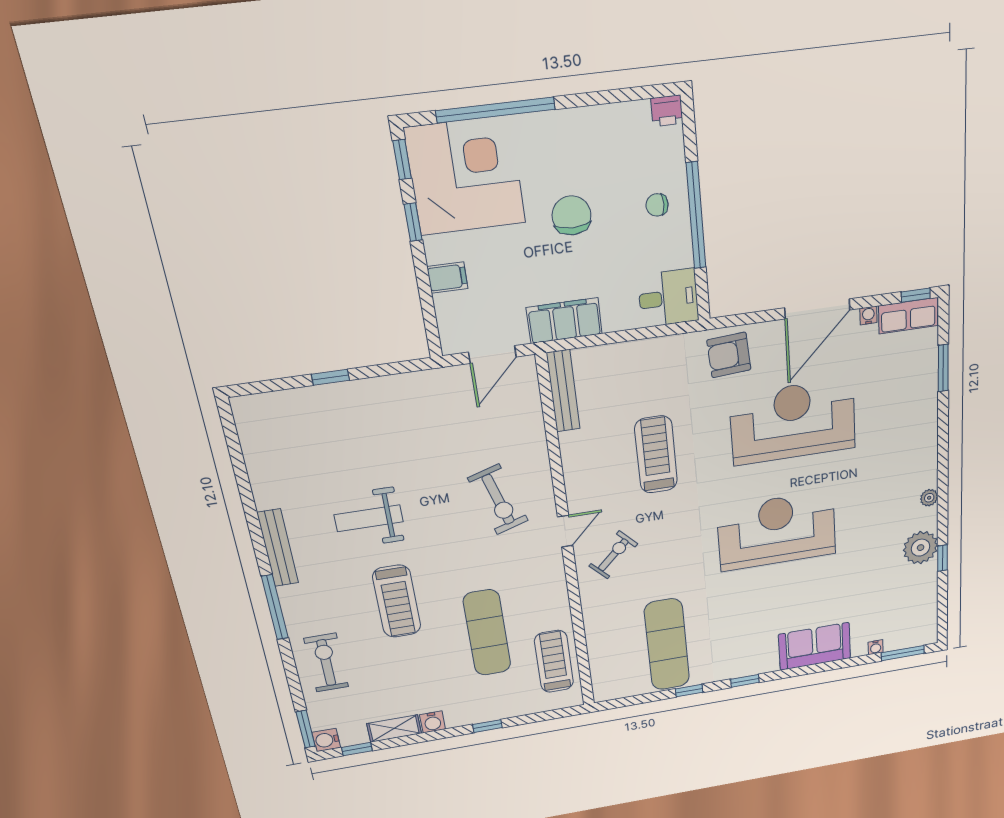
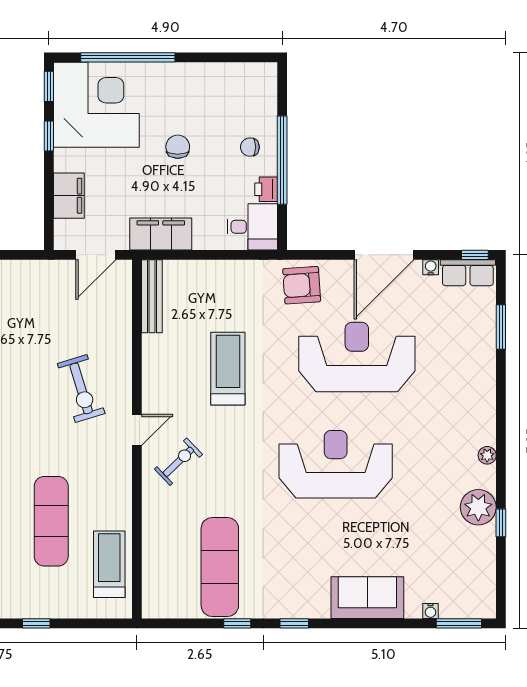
printer: (667, 111) -> (266, 189), moved, turned 90
chair: (571, 215) -> (178, 147), width x0.73, depth x0.73
filing cabinet: (447, 278) -> (69, 196), width x2.00

